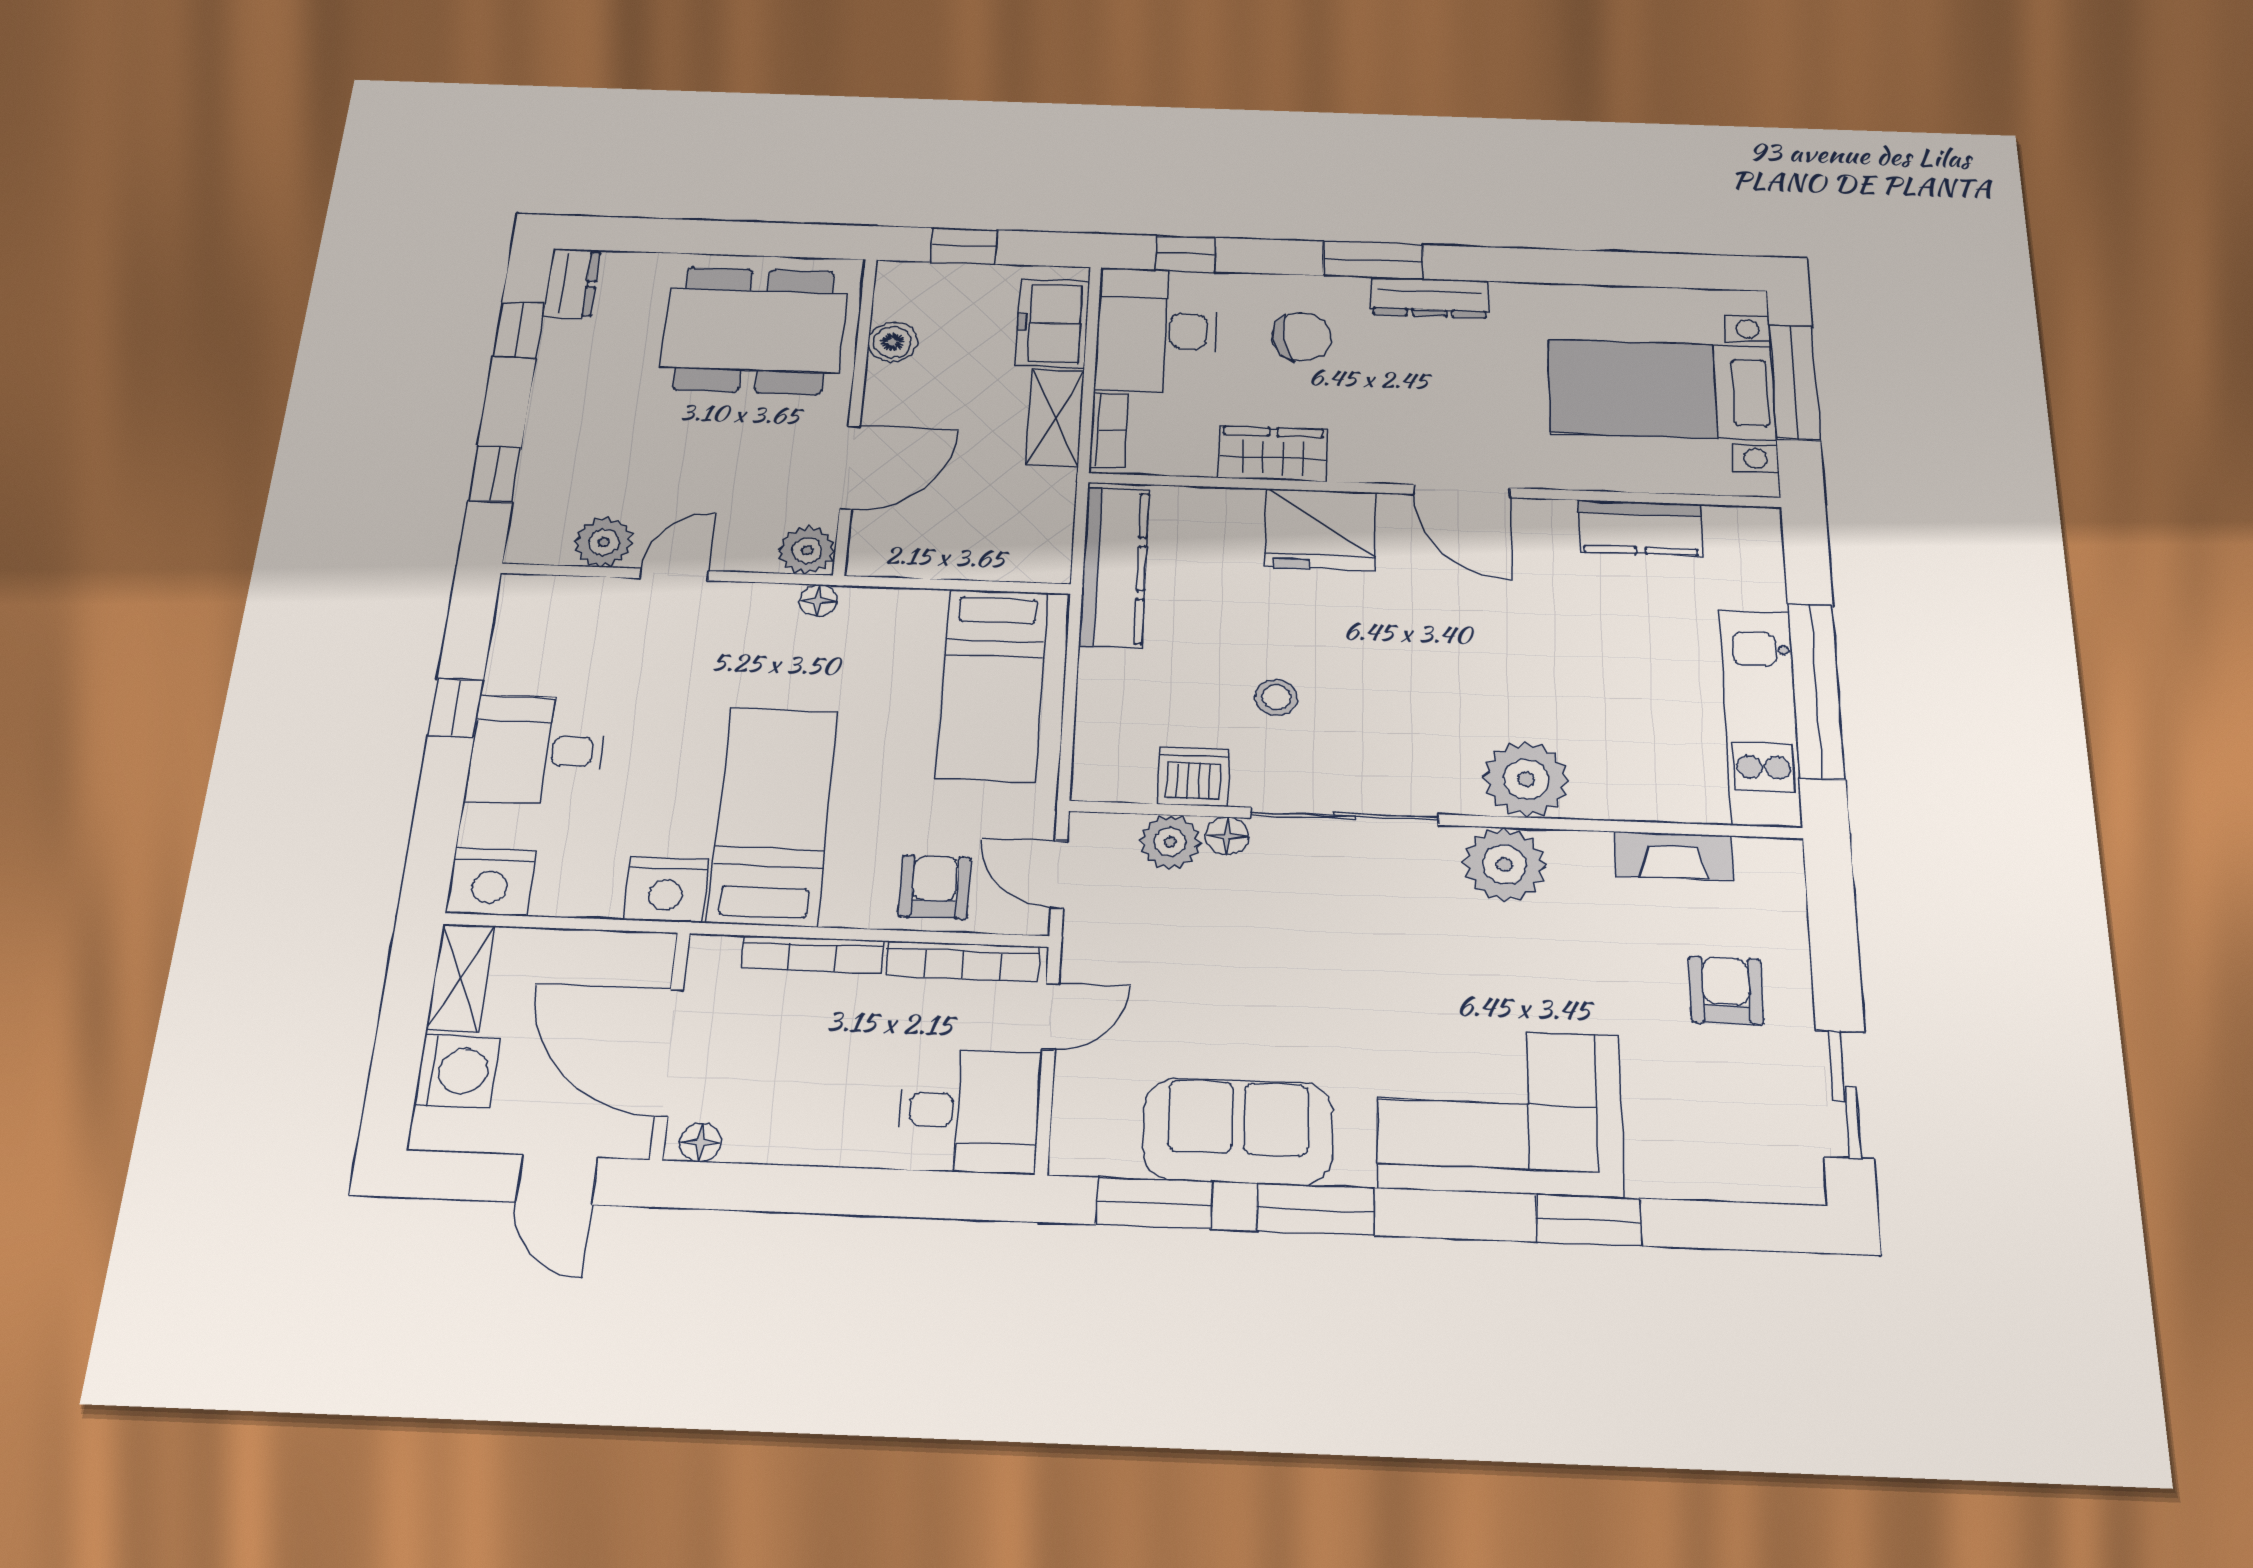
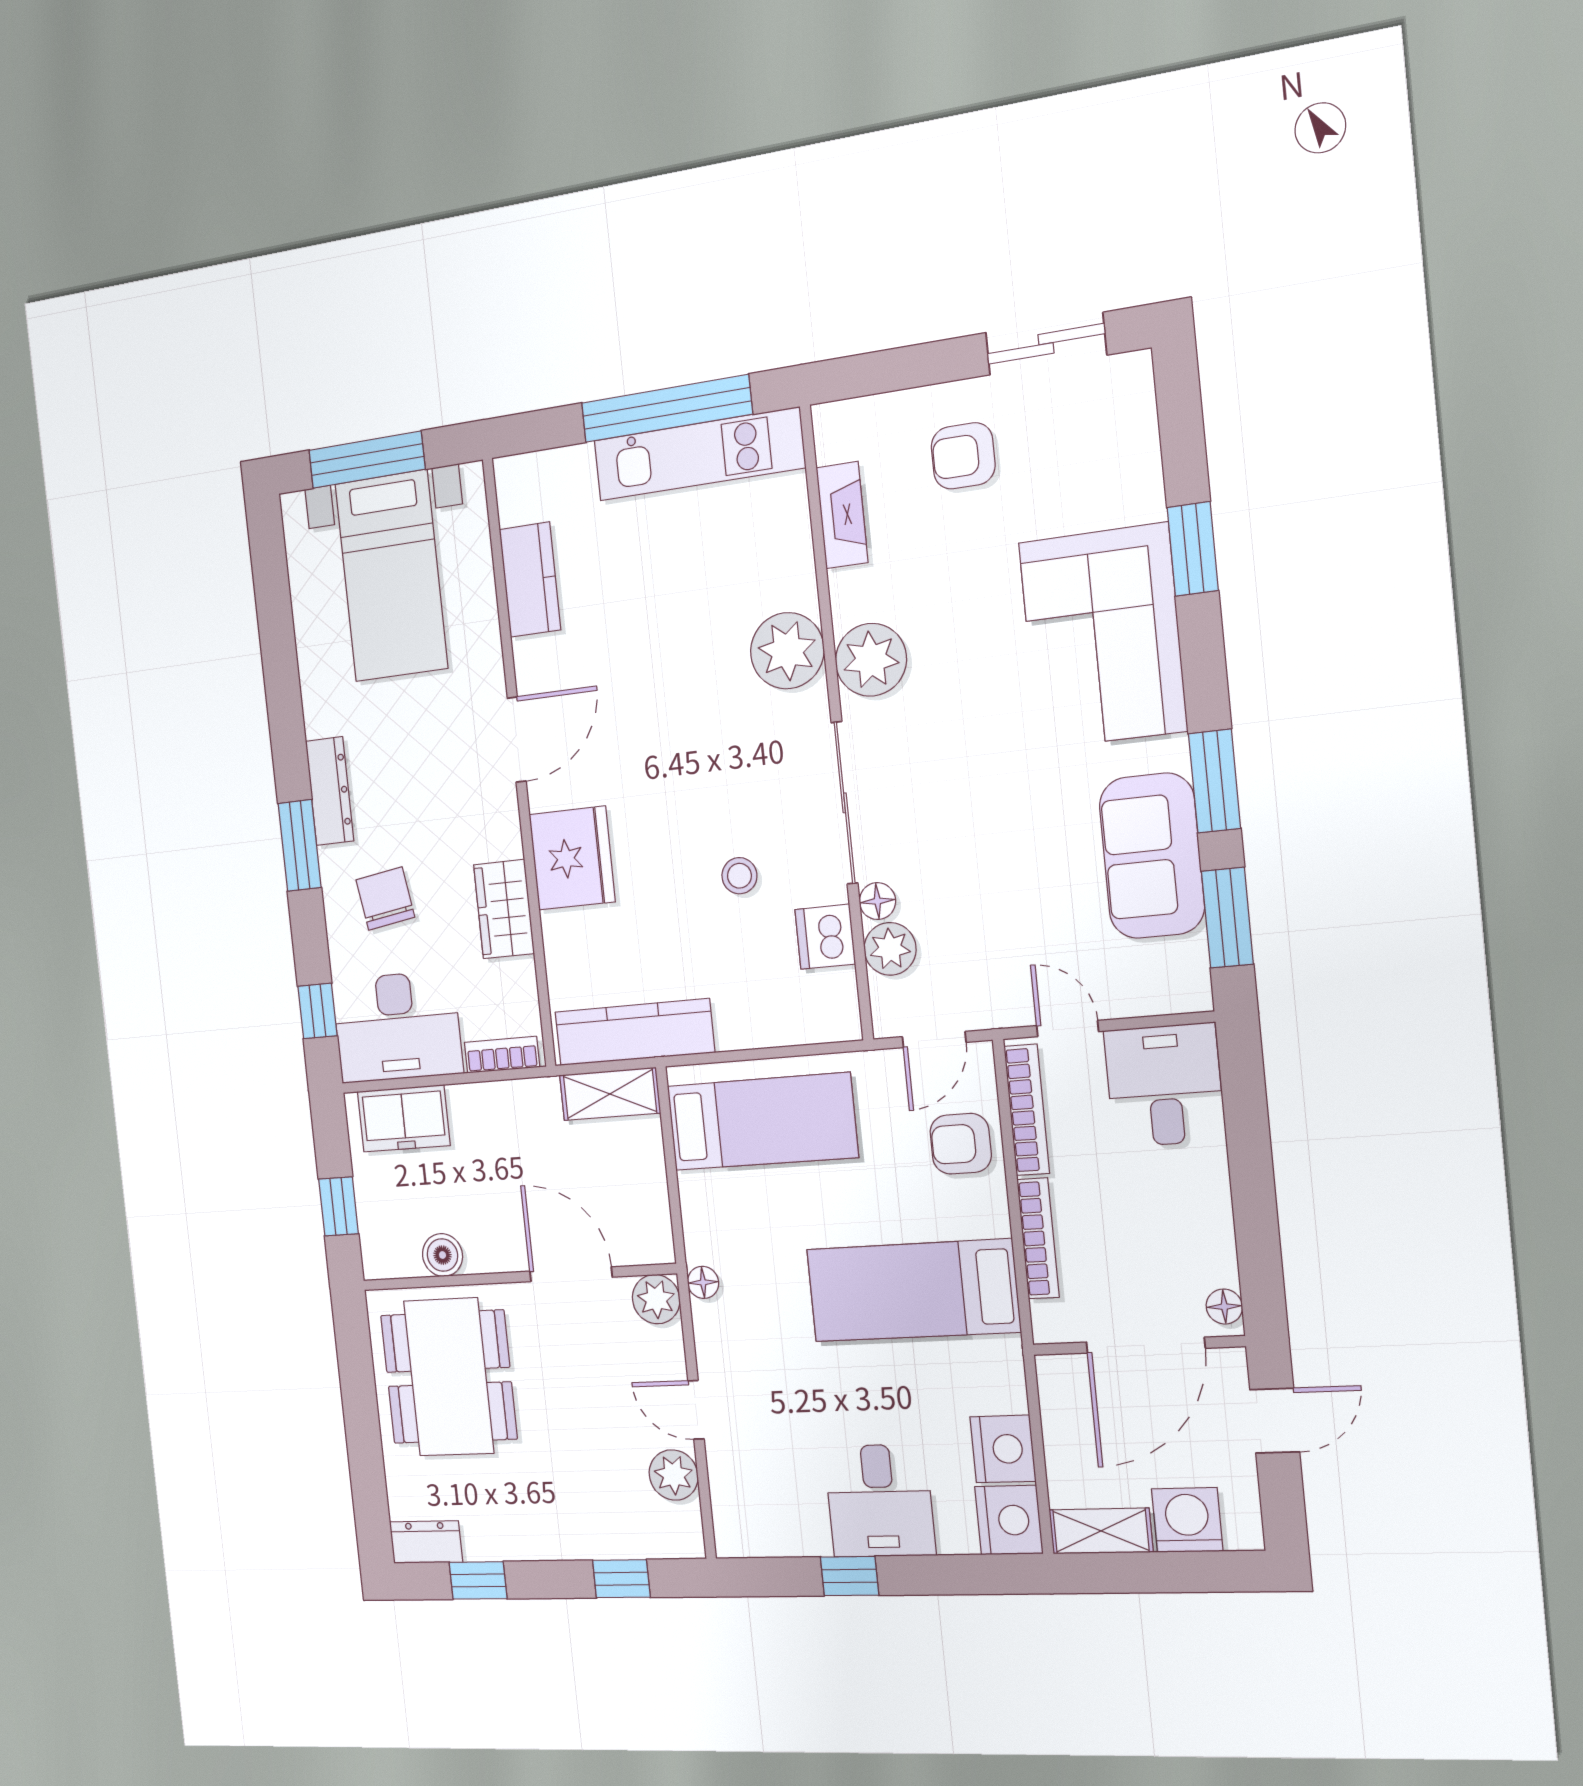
shelving: (1055, 418) -> (610, 1094), moved
nightstand: (666, 890) -> (1003, 1449), moved

